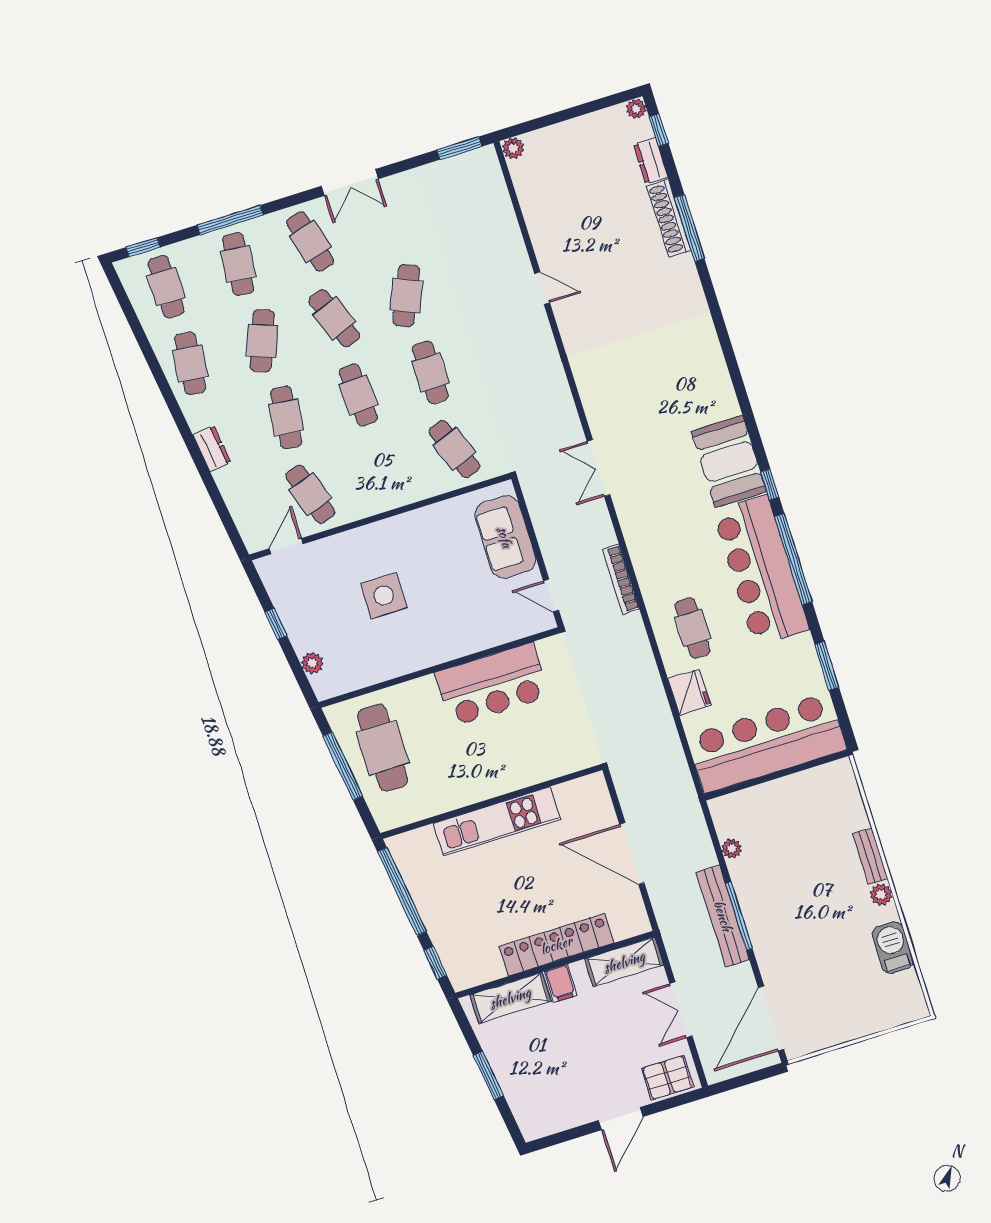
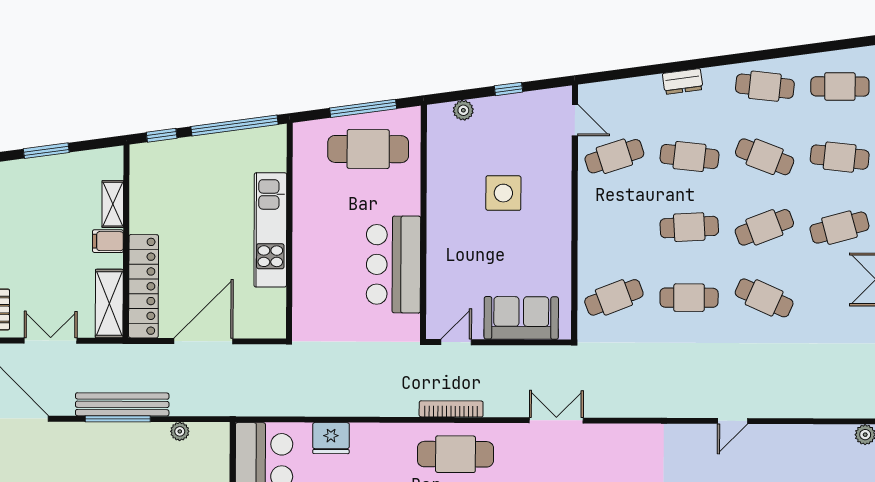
cafe table: (692, 628) -> (455, 454), moved, width x1.37, depth x1.35
locker: (556, 945) -> (144, 286), moved
shelving: (510, 998) -> (113, 204), width x0.67, depth x0.75

